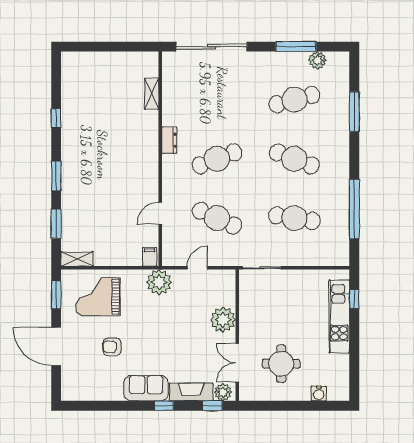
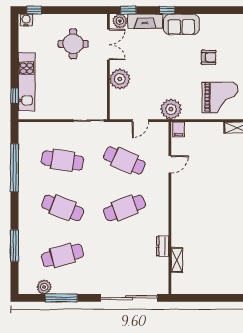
dresser: (169, 140) -> (163, 246), moved
water cooler: (319, 393) -> (26, 20), moved
window: (330, 406) -> (34, 10), added

